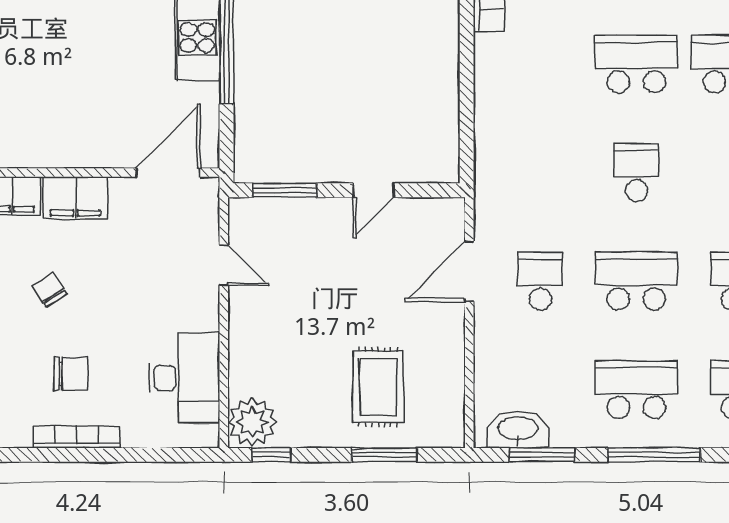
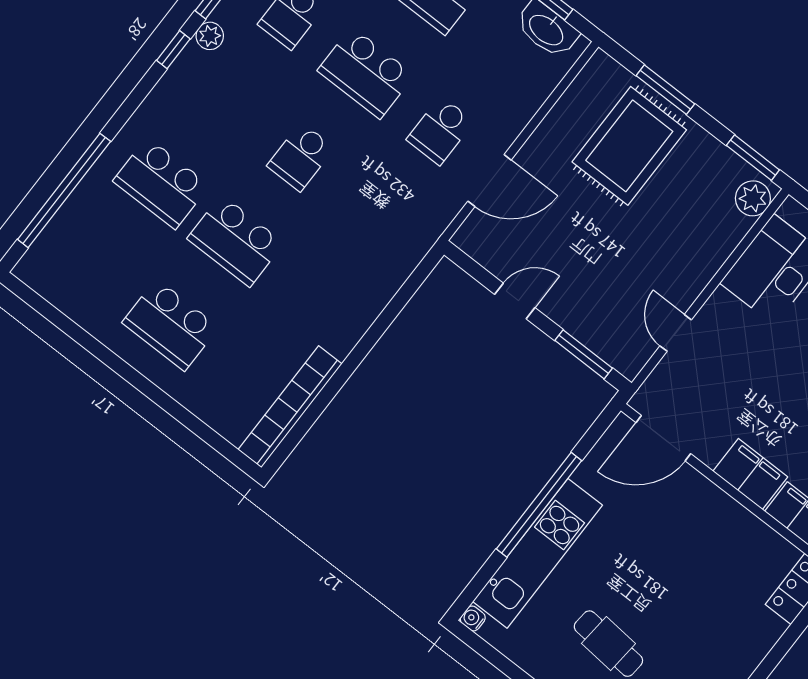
rug: (378, 387) -> (629, 146), width x1.36, depth x1.43
plant: (252, 422) -> (753, 198), width x0.73, depth x0.73
window: (271, 455) -> (753, 158), width x1.50

